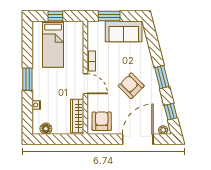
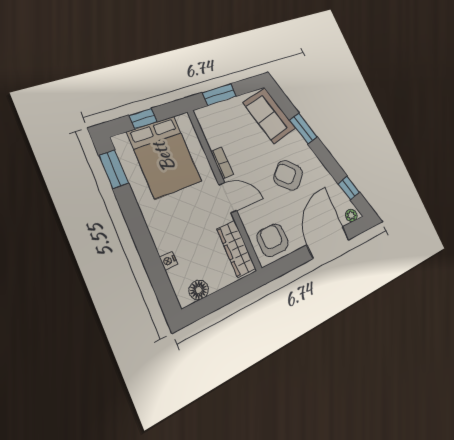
sofa: (124, 31) -> (269, 115), moved, turned 76
bed: (53, 44) -> (164, 157), width x1.50
window: (162, 77) -> (303, 128), moved
window: (27, 79) -> (114, 169), moved

